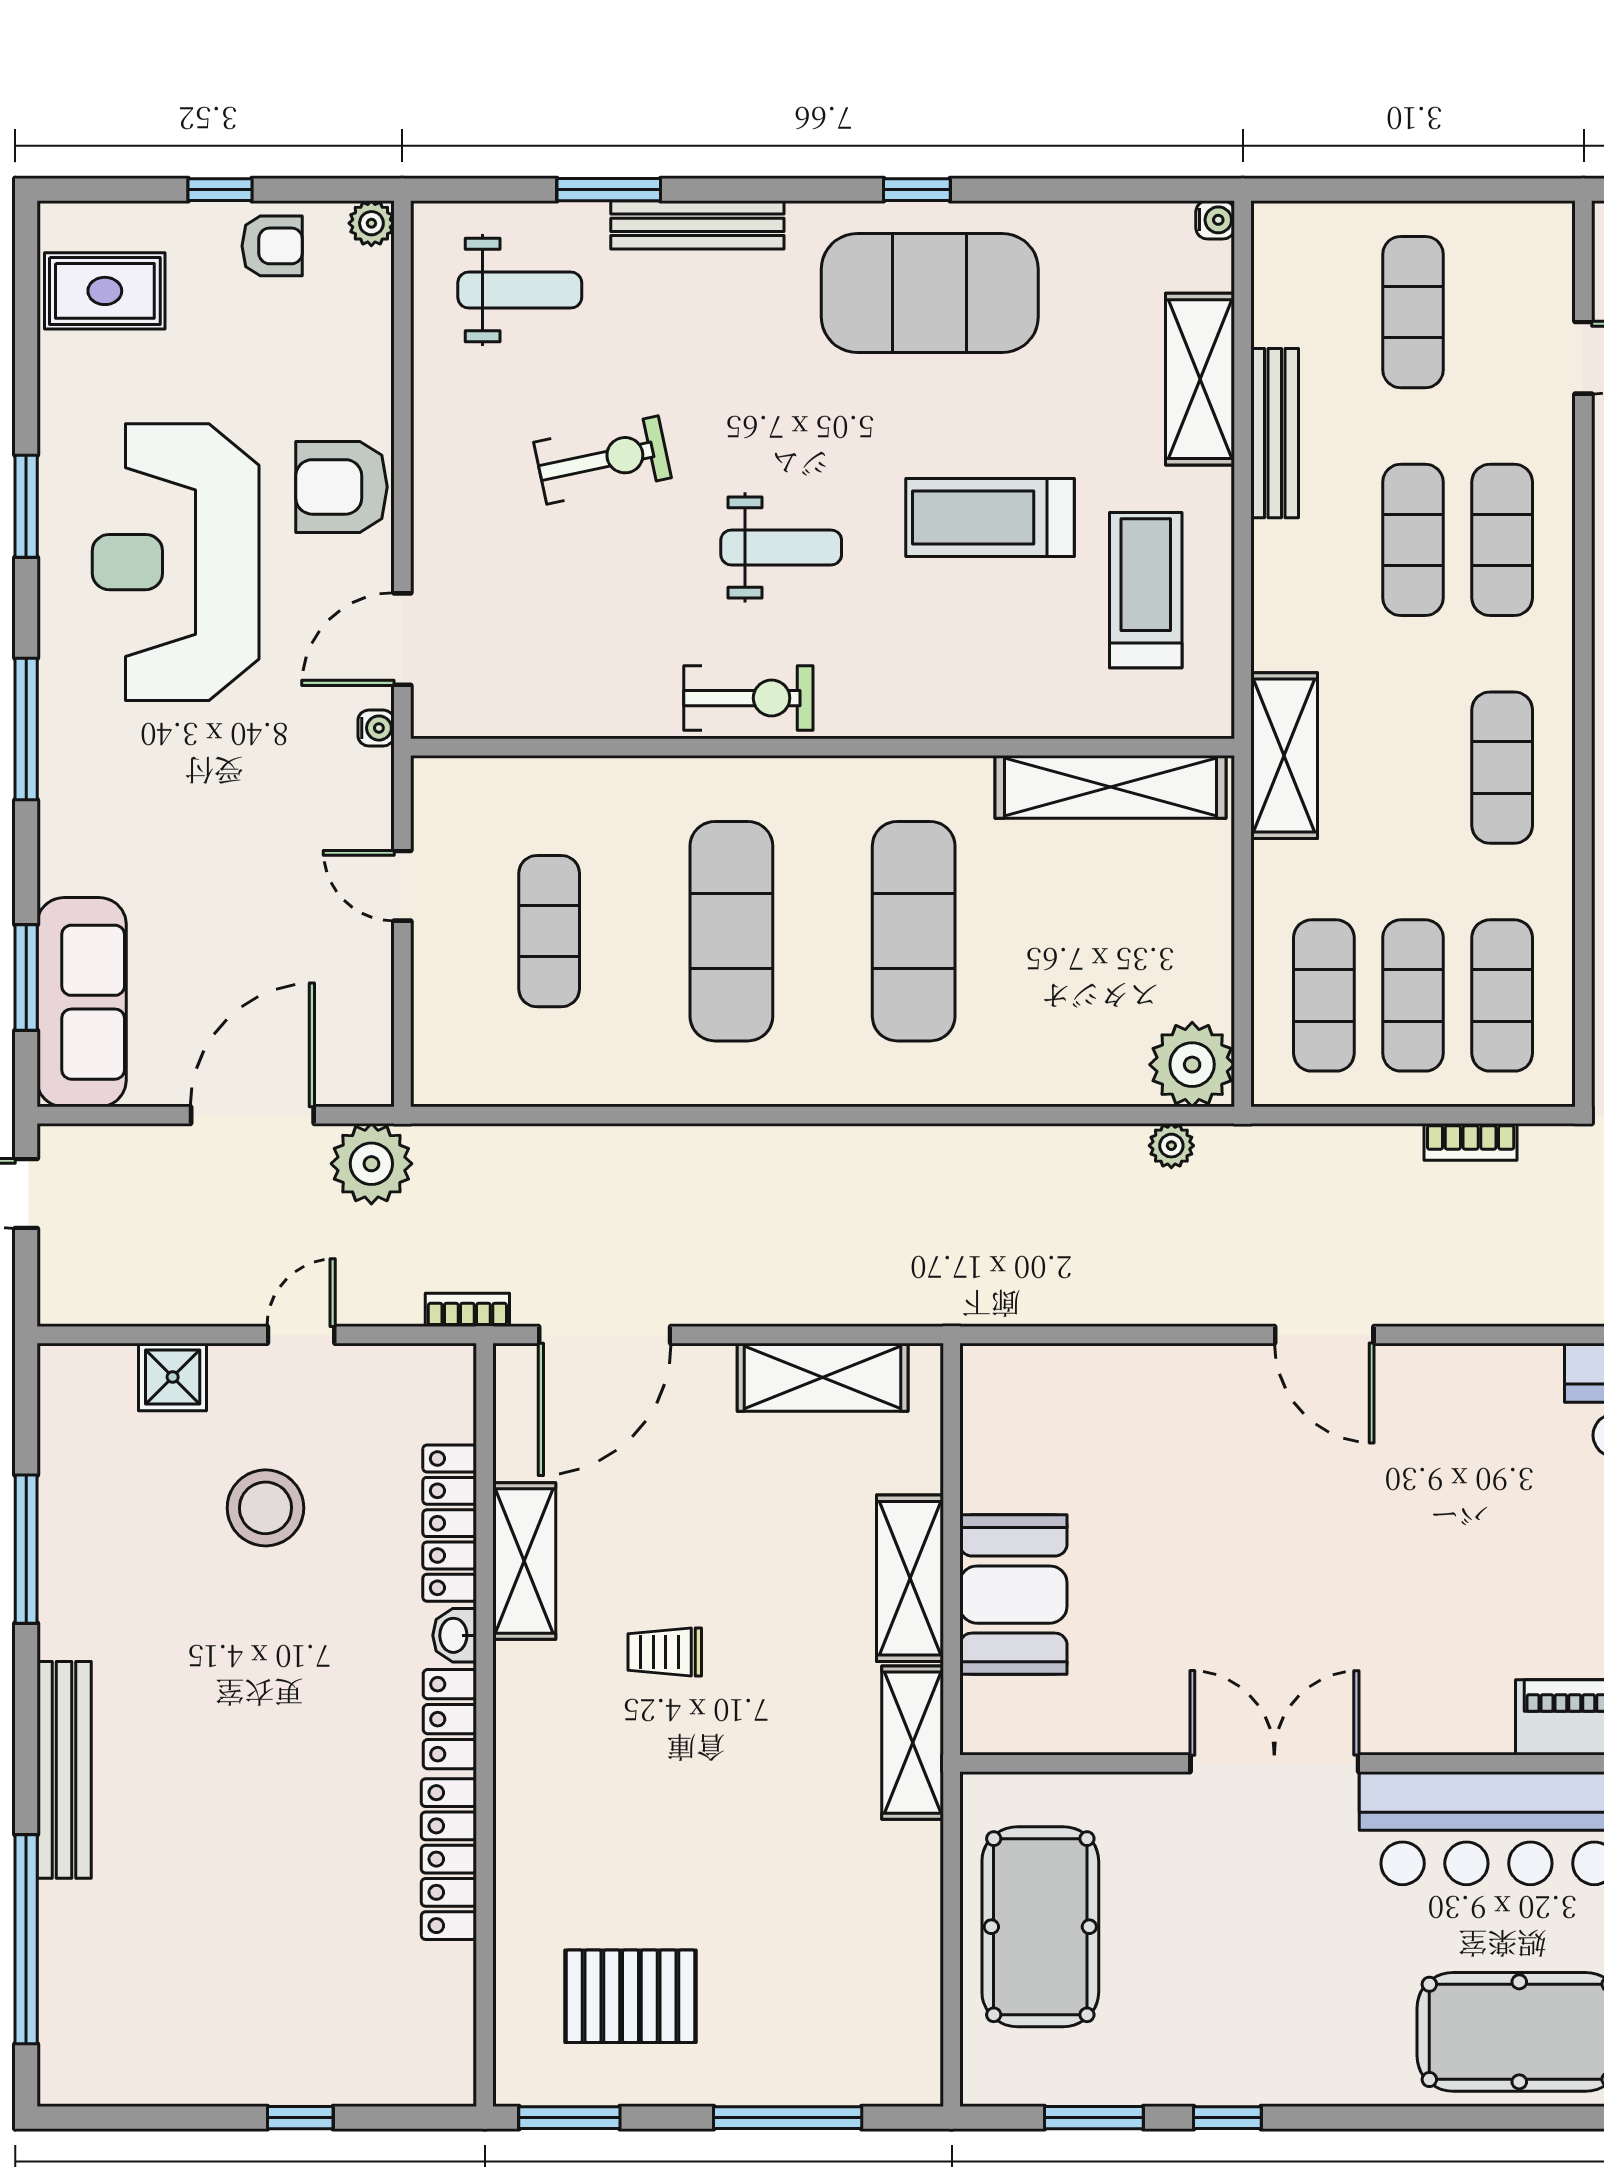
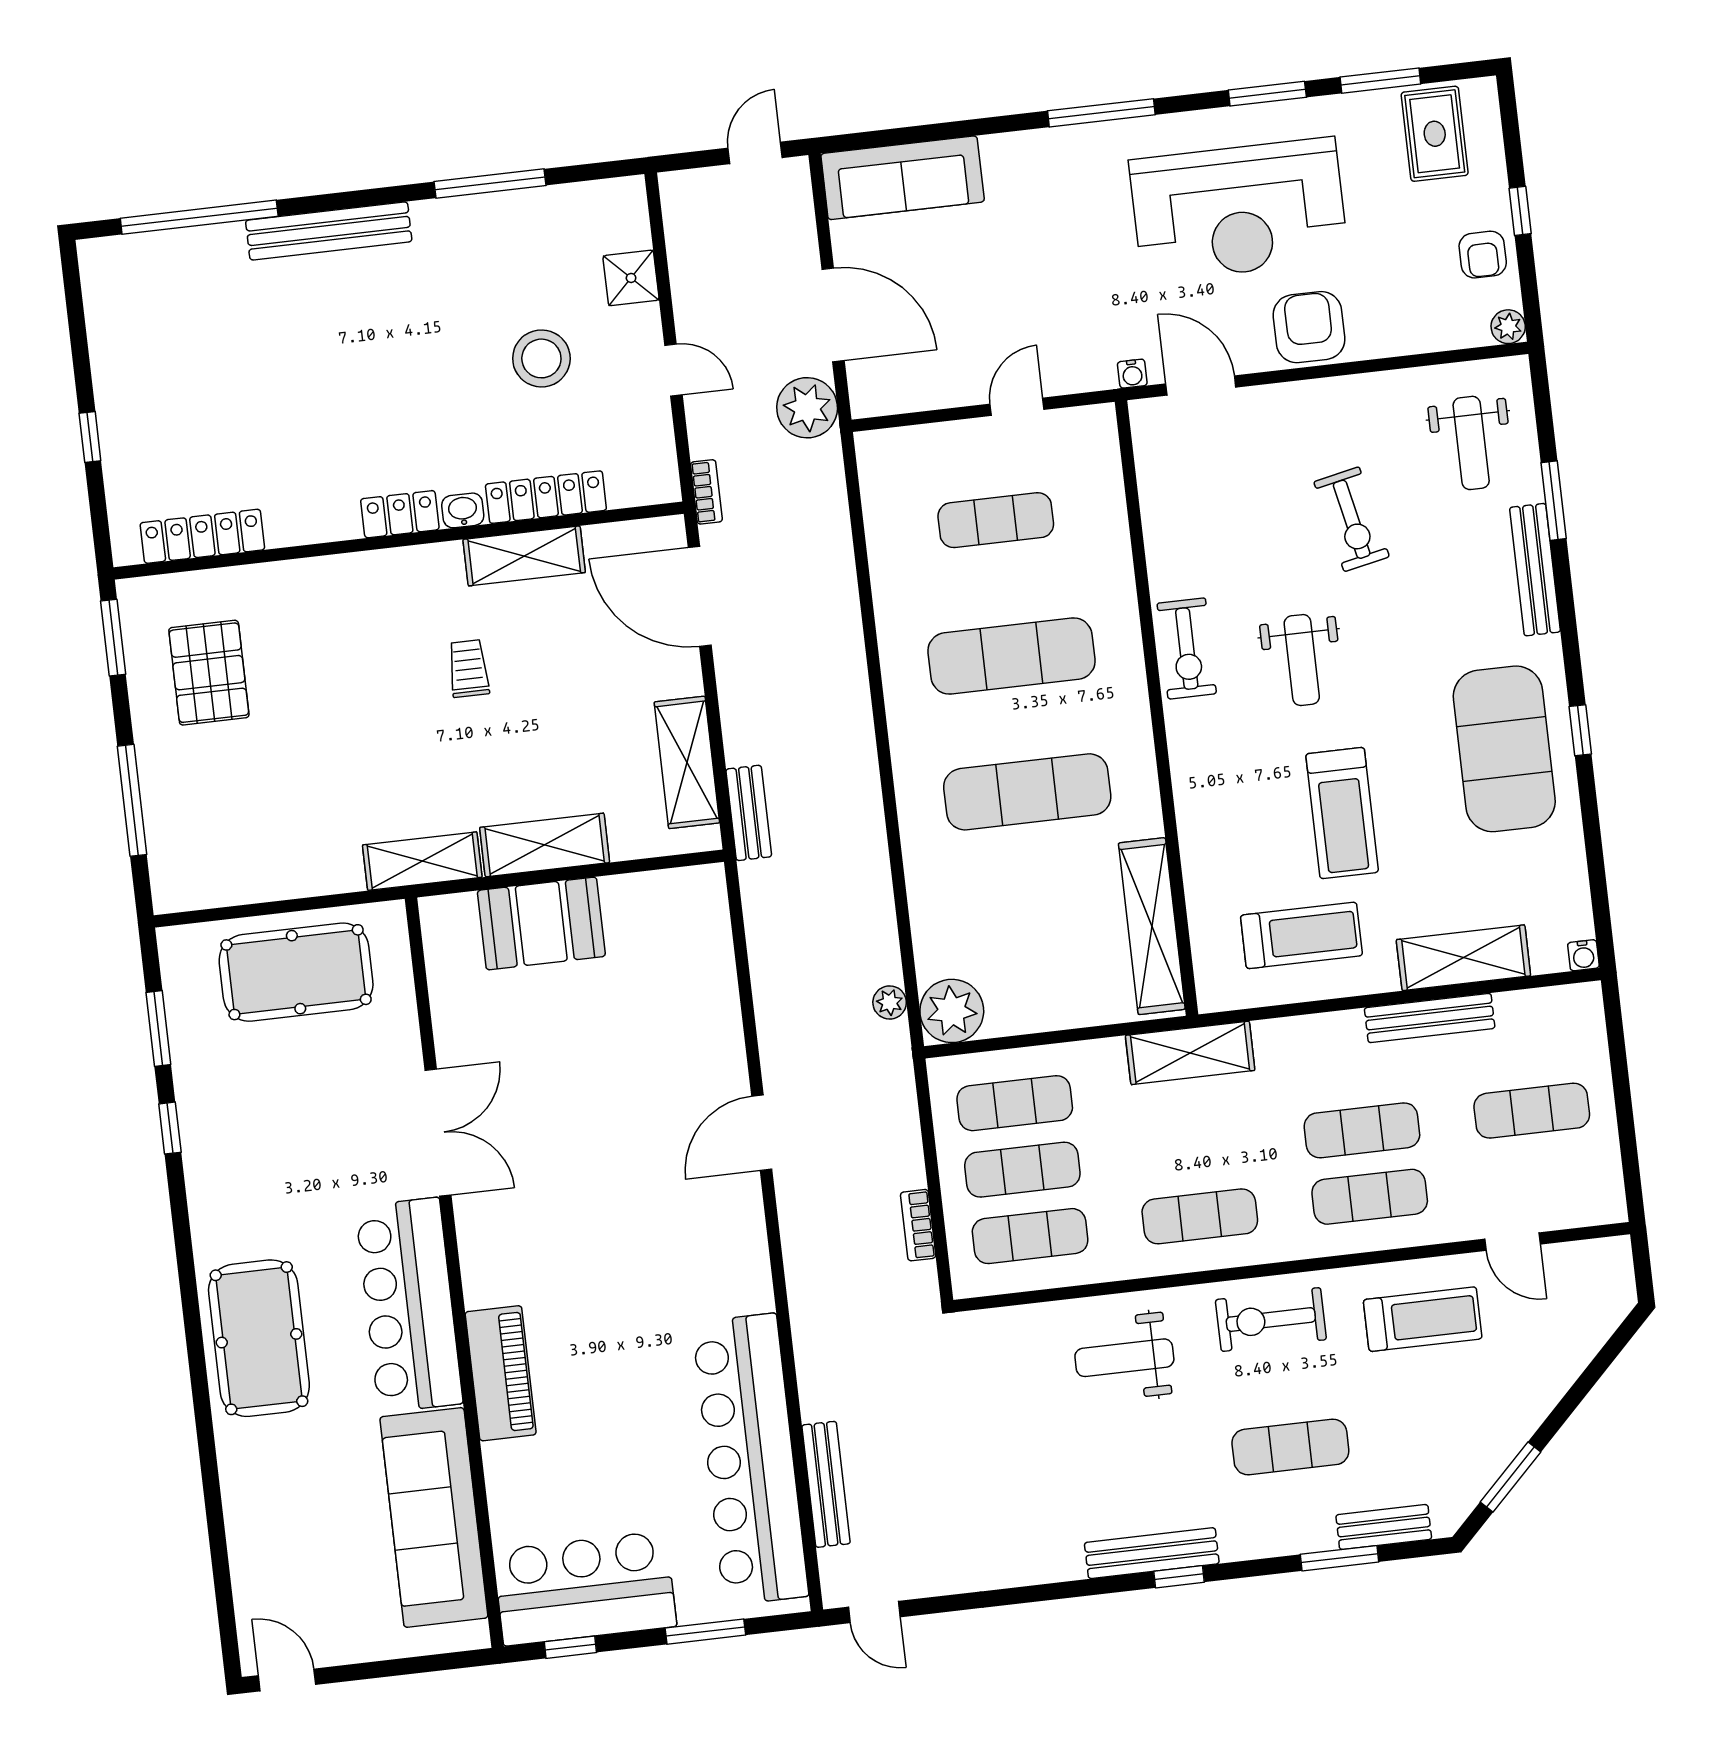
treadmill: (990, 517) -> (1342, 813), turned 180
reception desk: (176, 562) -> (1239, 210), turned 180
window: (26, 977) -> (1380, 81), moved
bench: (899, 1303) -> (749, 813), added
locker: (449, 1859) -> (202, 536), moved

